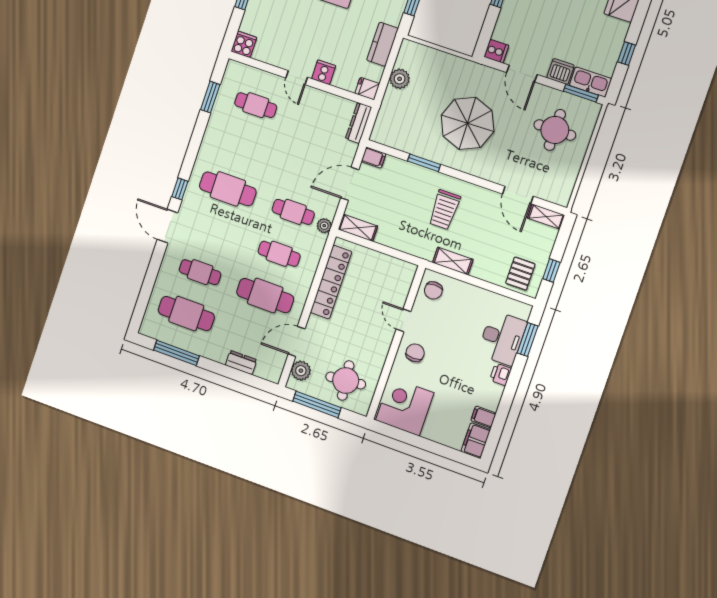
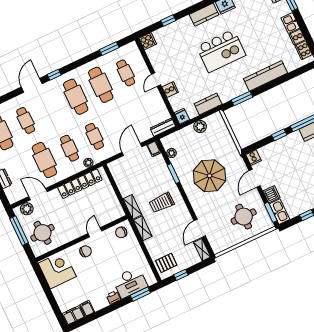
plant: (398, 142) -> (172, 153), added
cafe table: (242, 147) -> (101, 85), added
door: (350, 184) -> (132, 150), hinge flipped
plant: (324, 226) -> (88, 163), moved
shelving: (358, 228) -> (132, 207), moved

